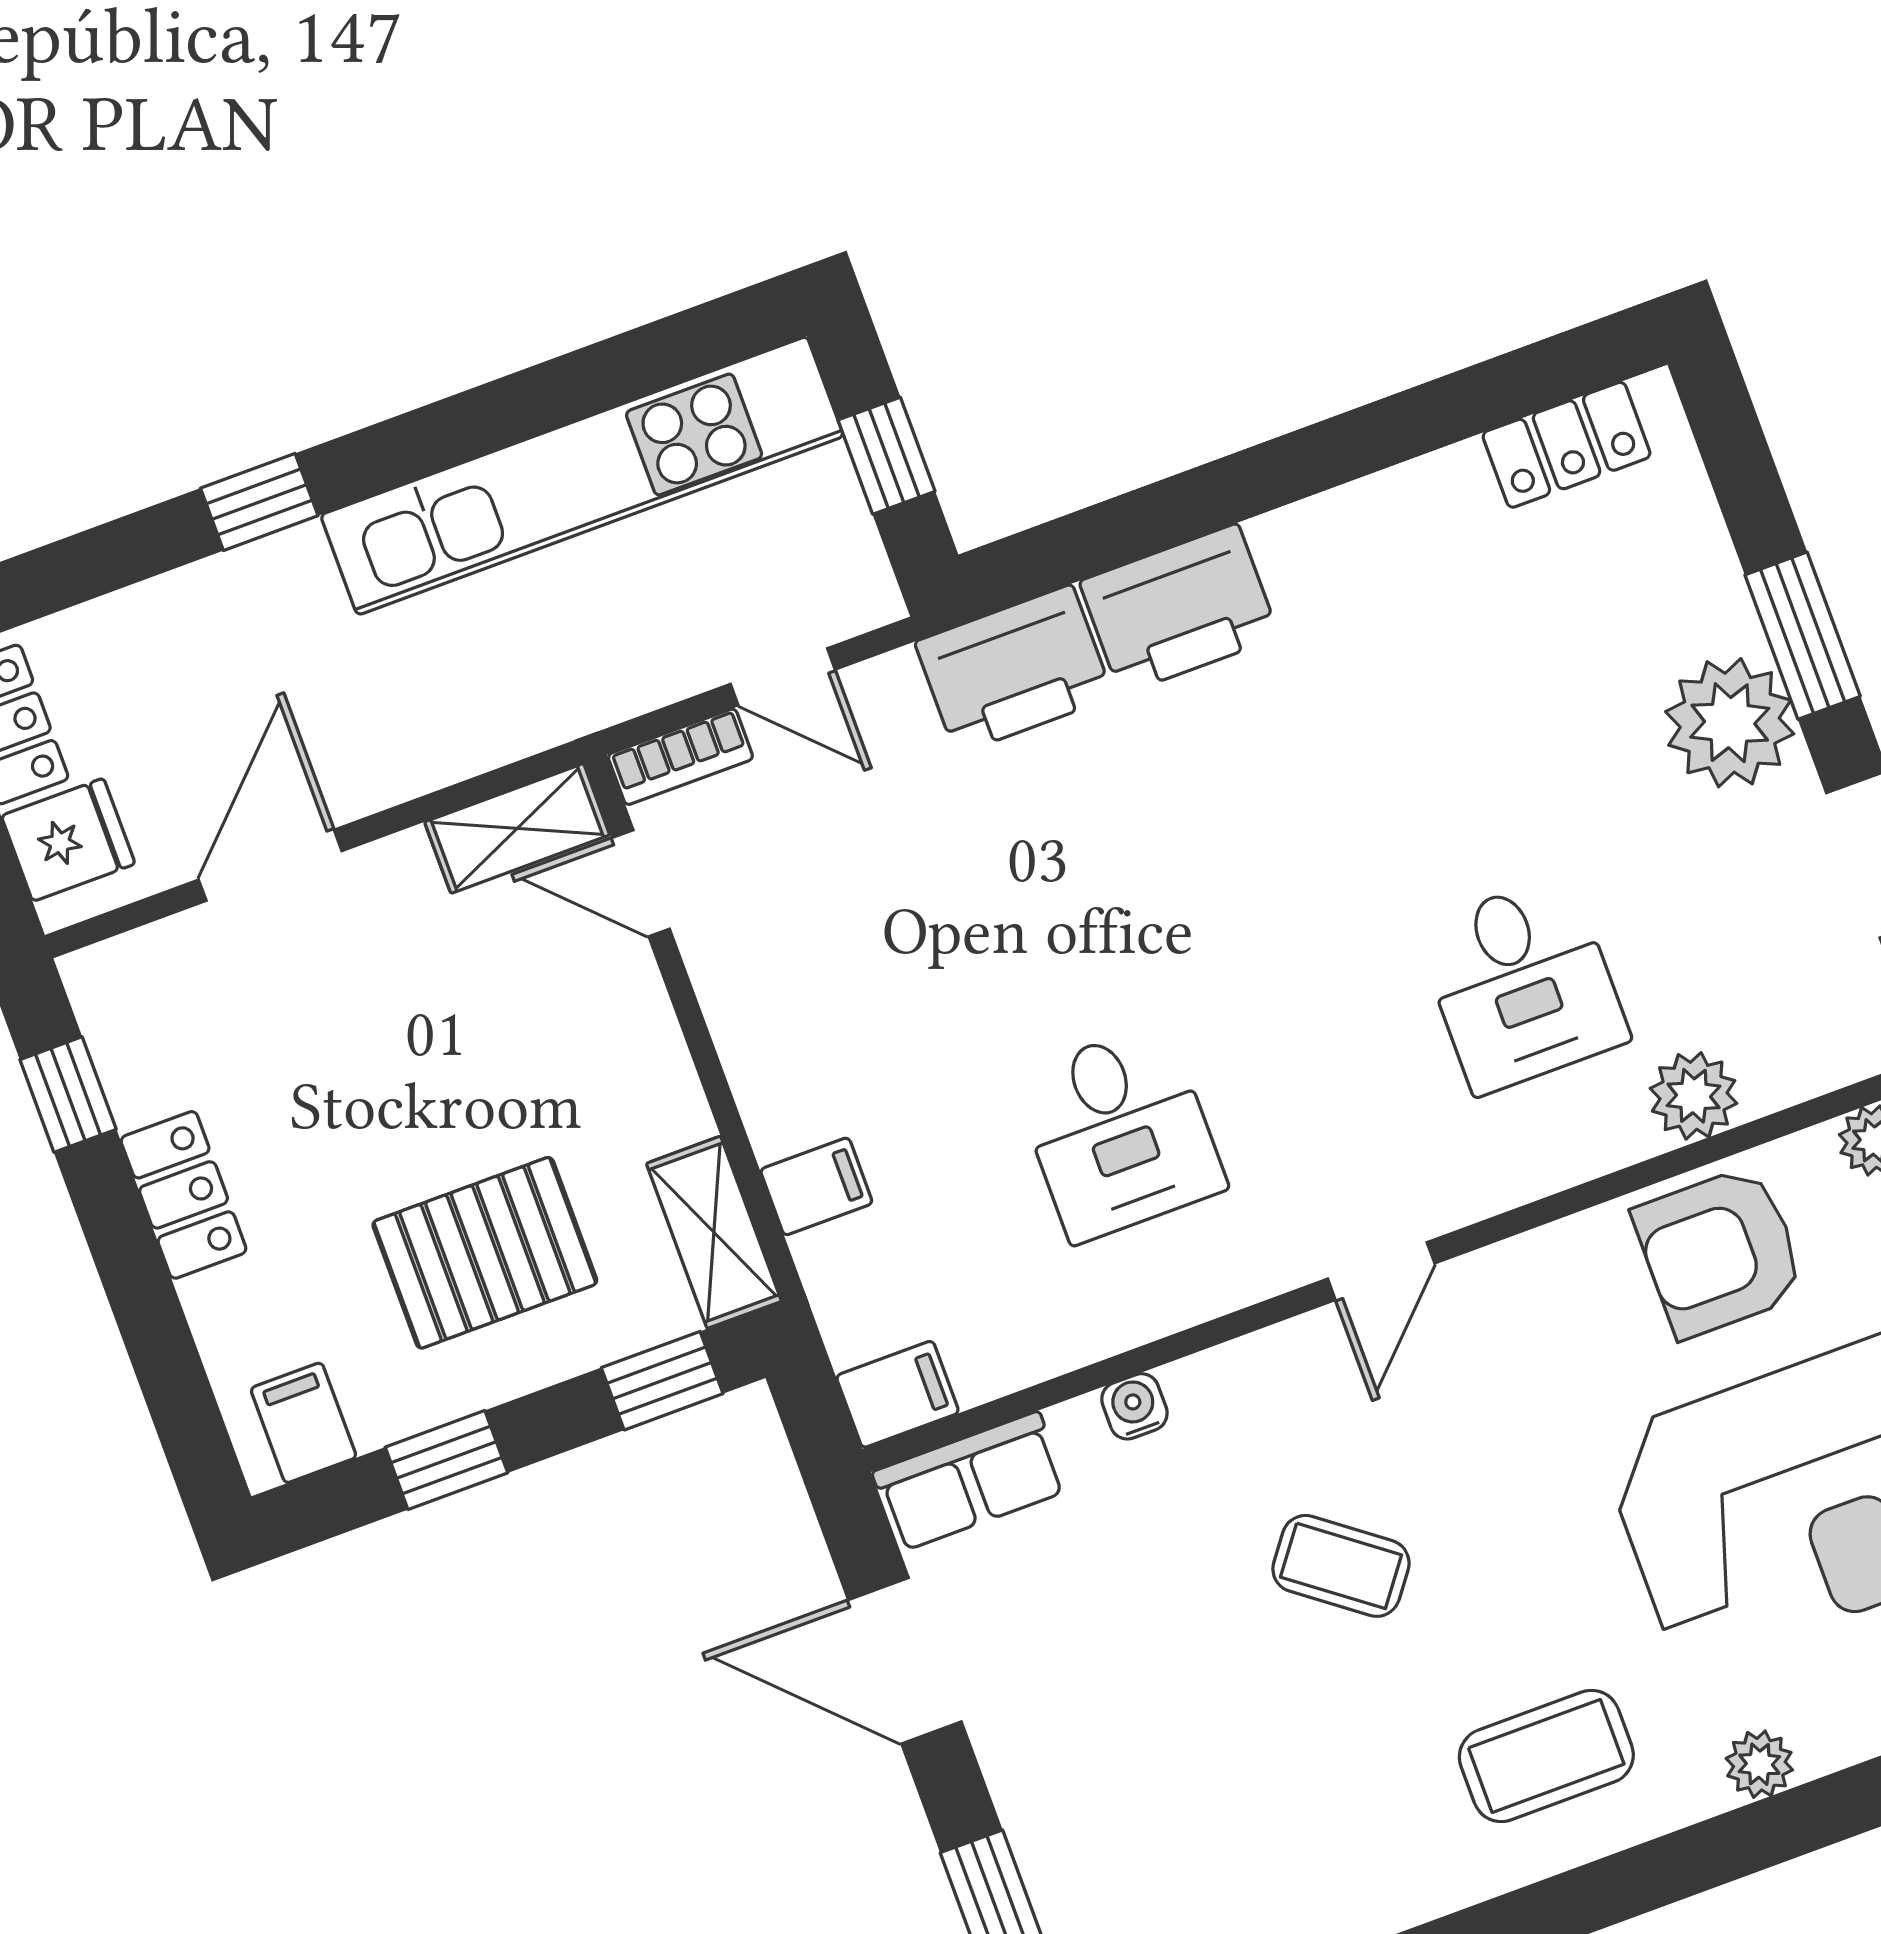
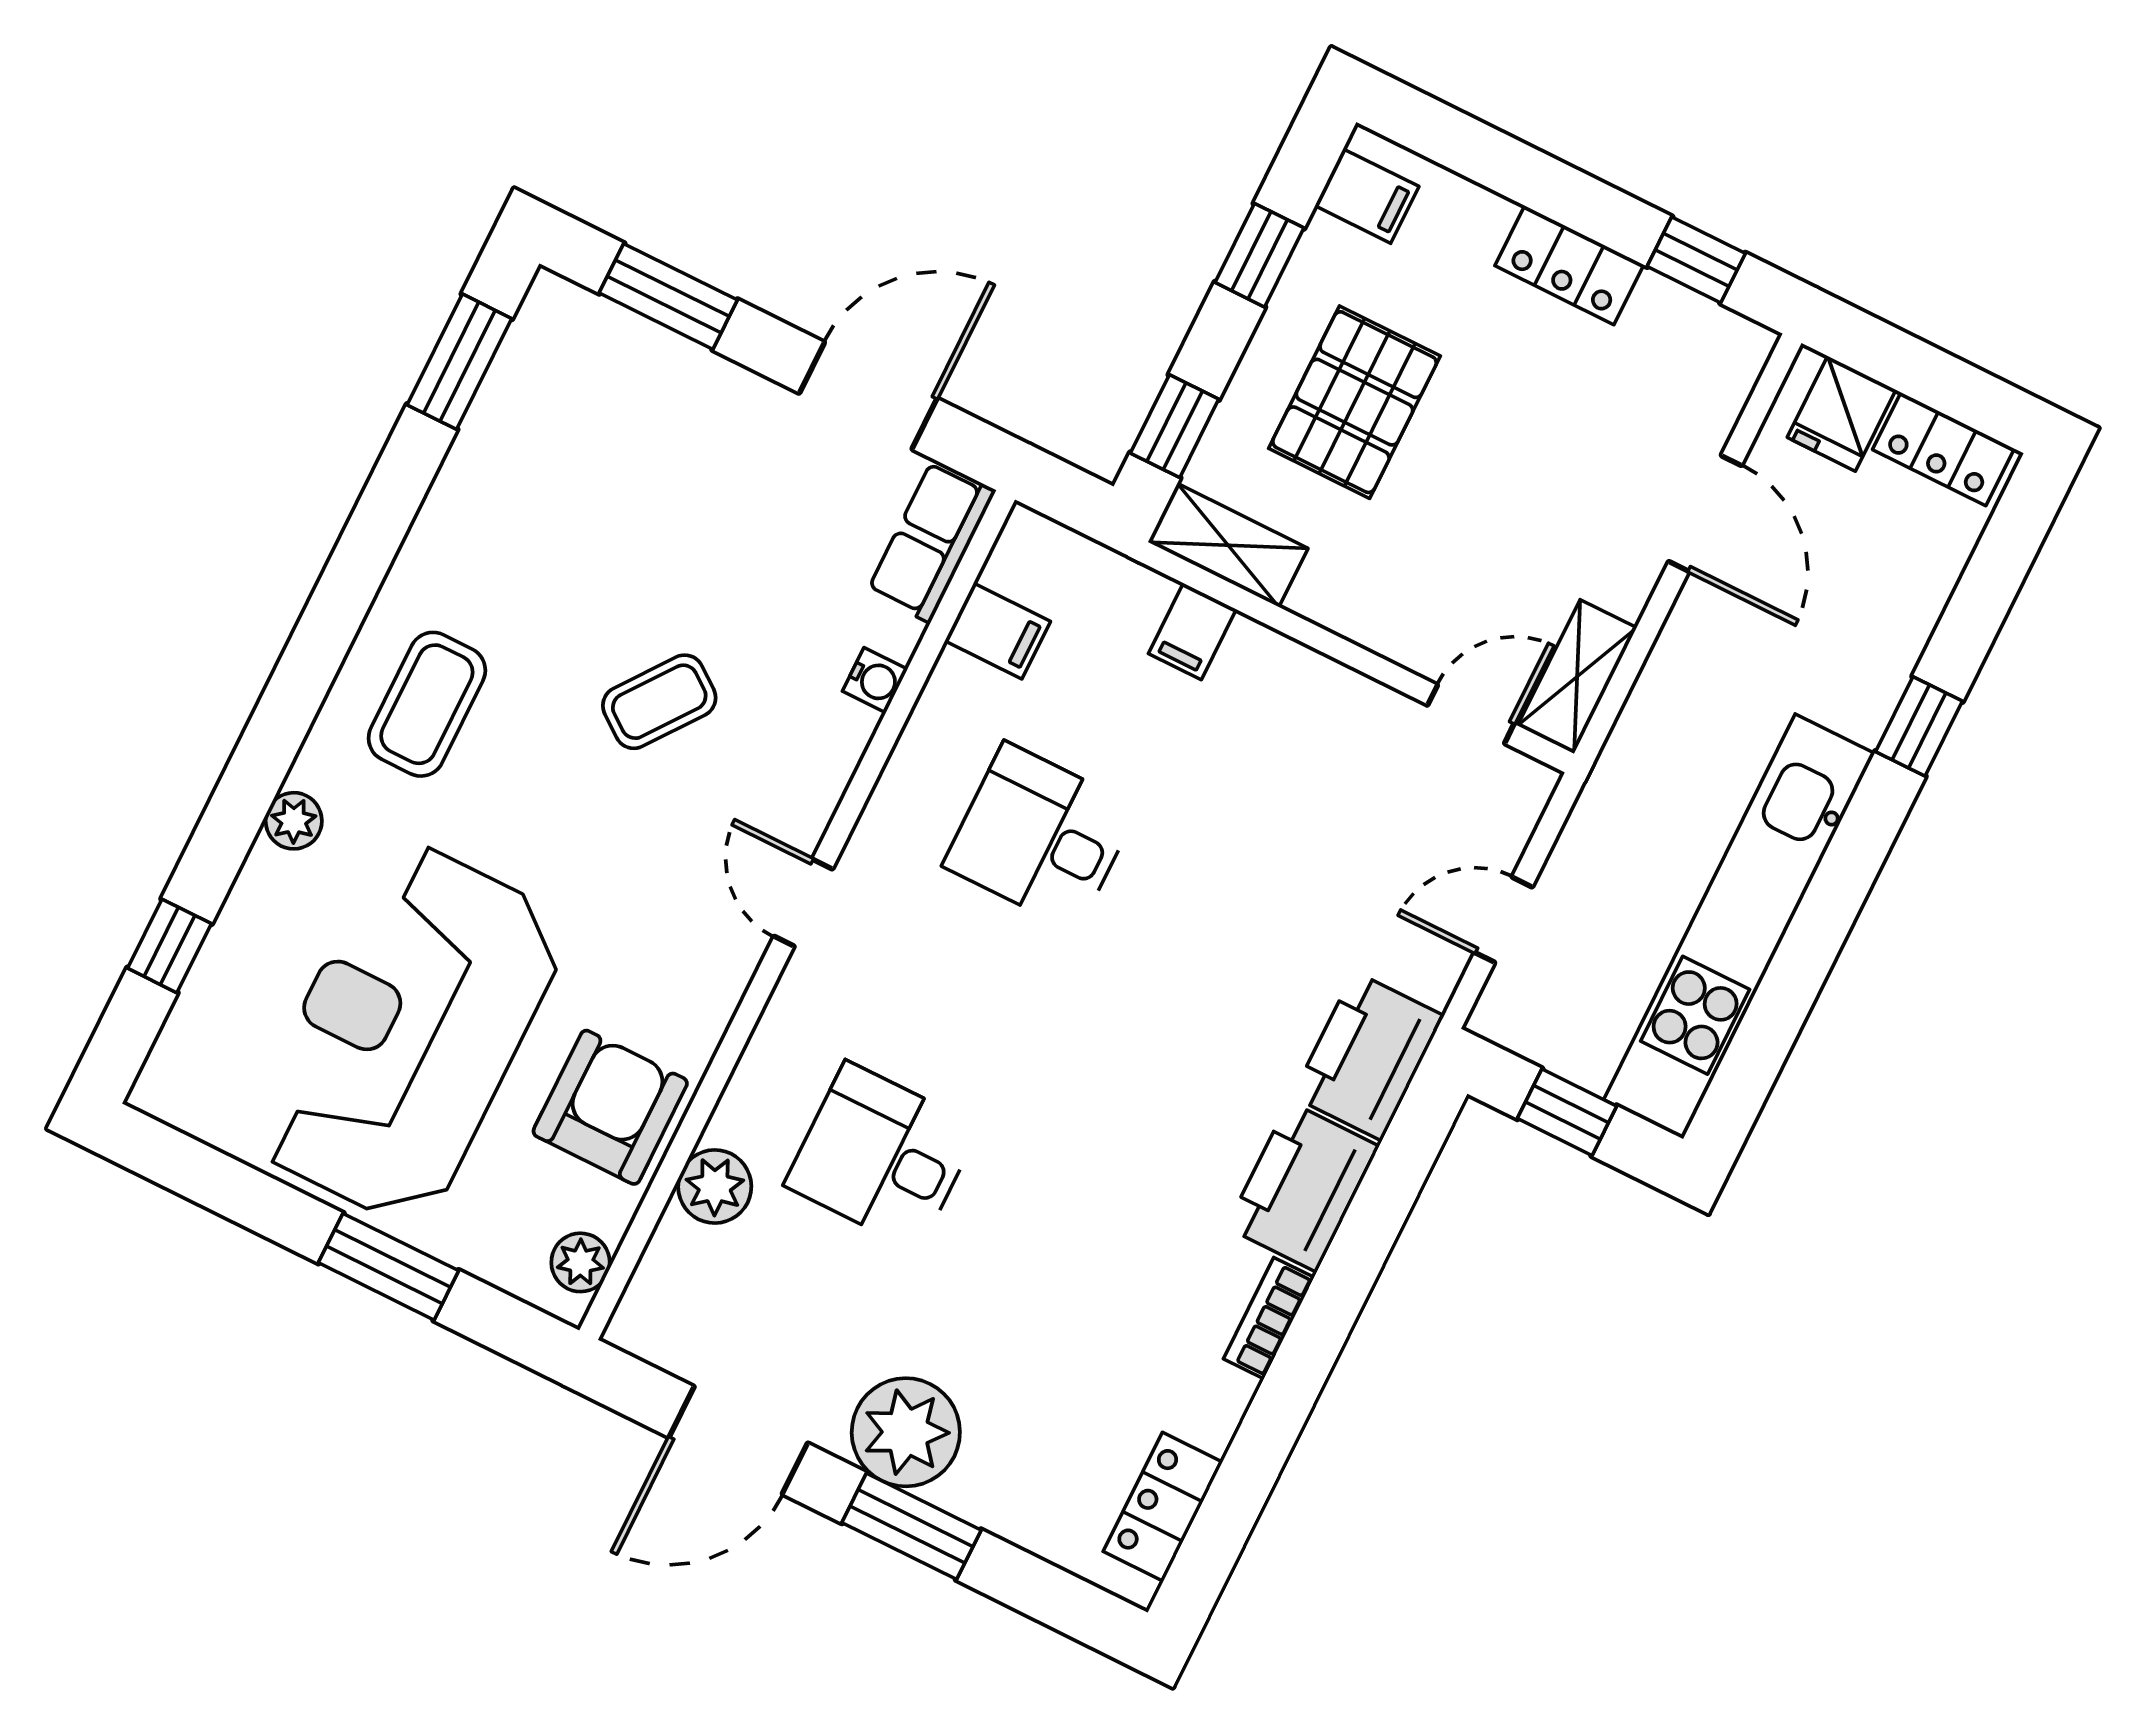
bookcase: (680, 757) -> (1269, 1318), moved
filing cabinet: (898, 1394) -> (998, 631), moved, turned -90

